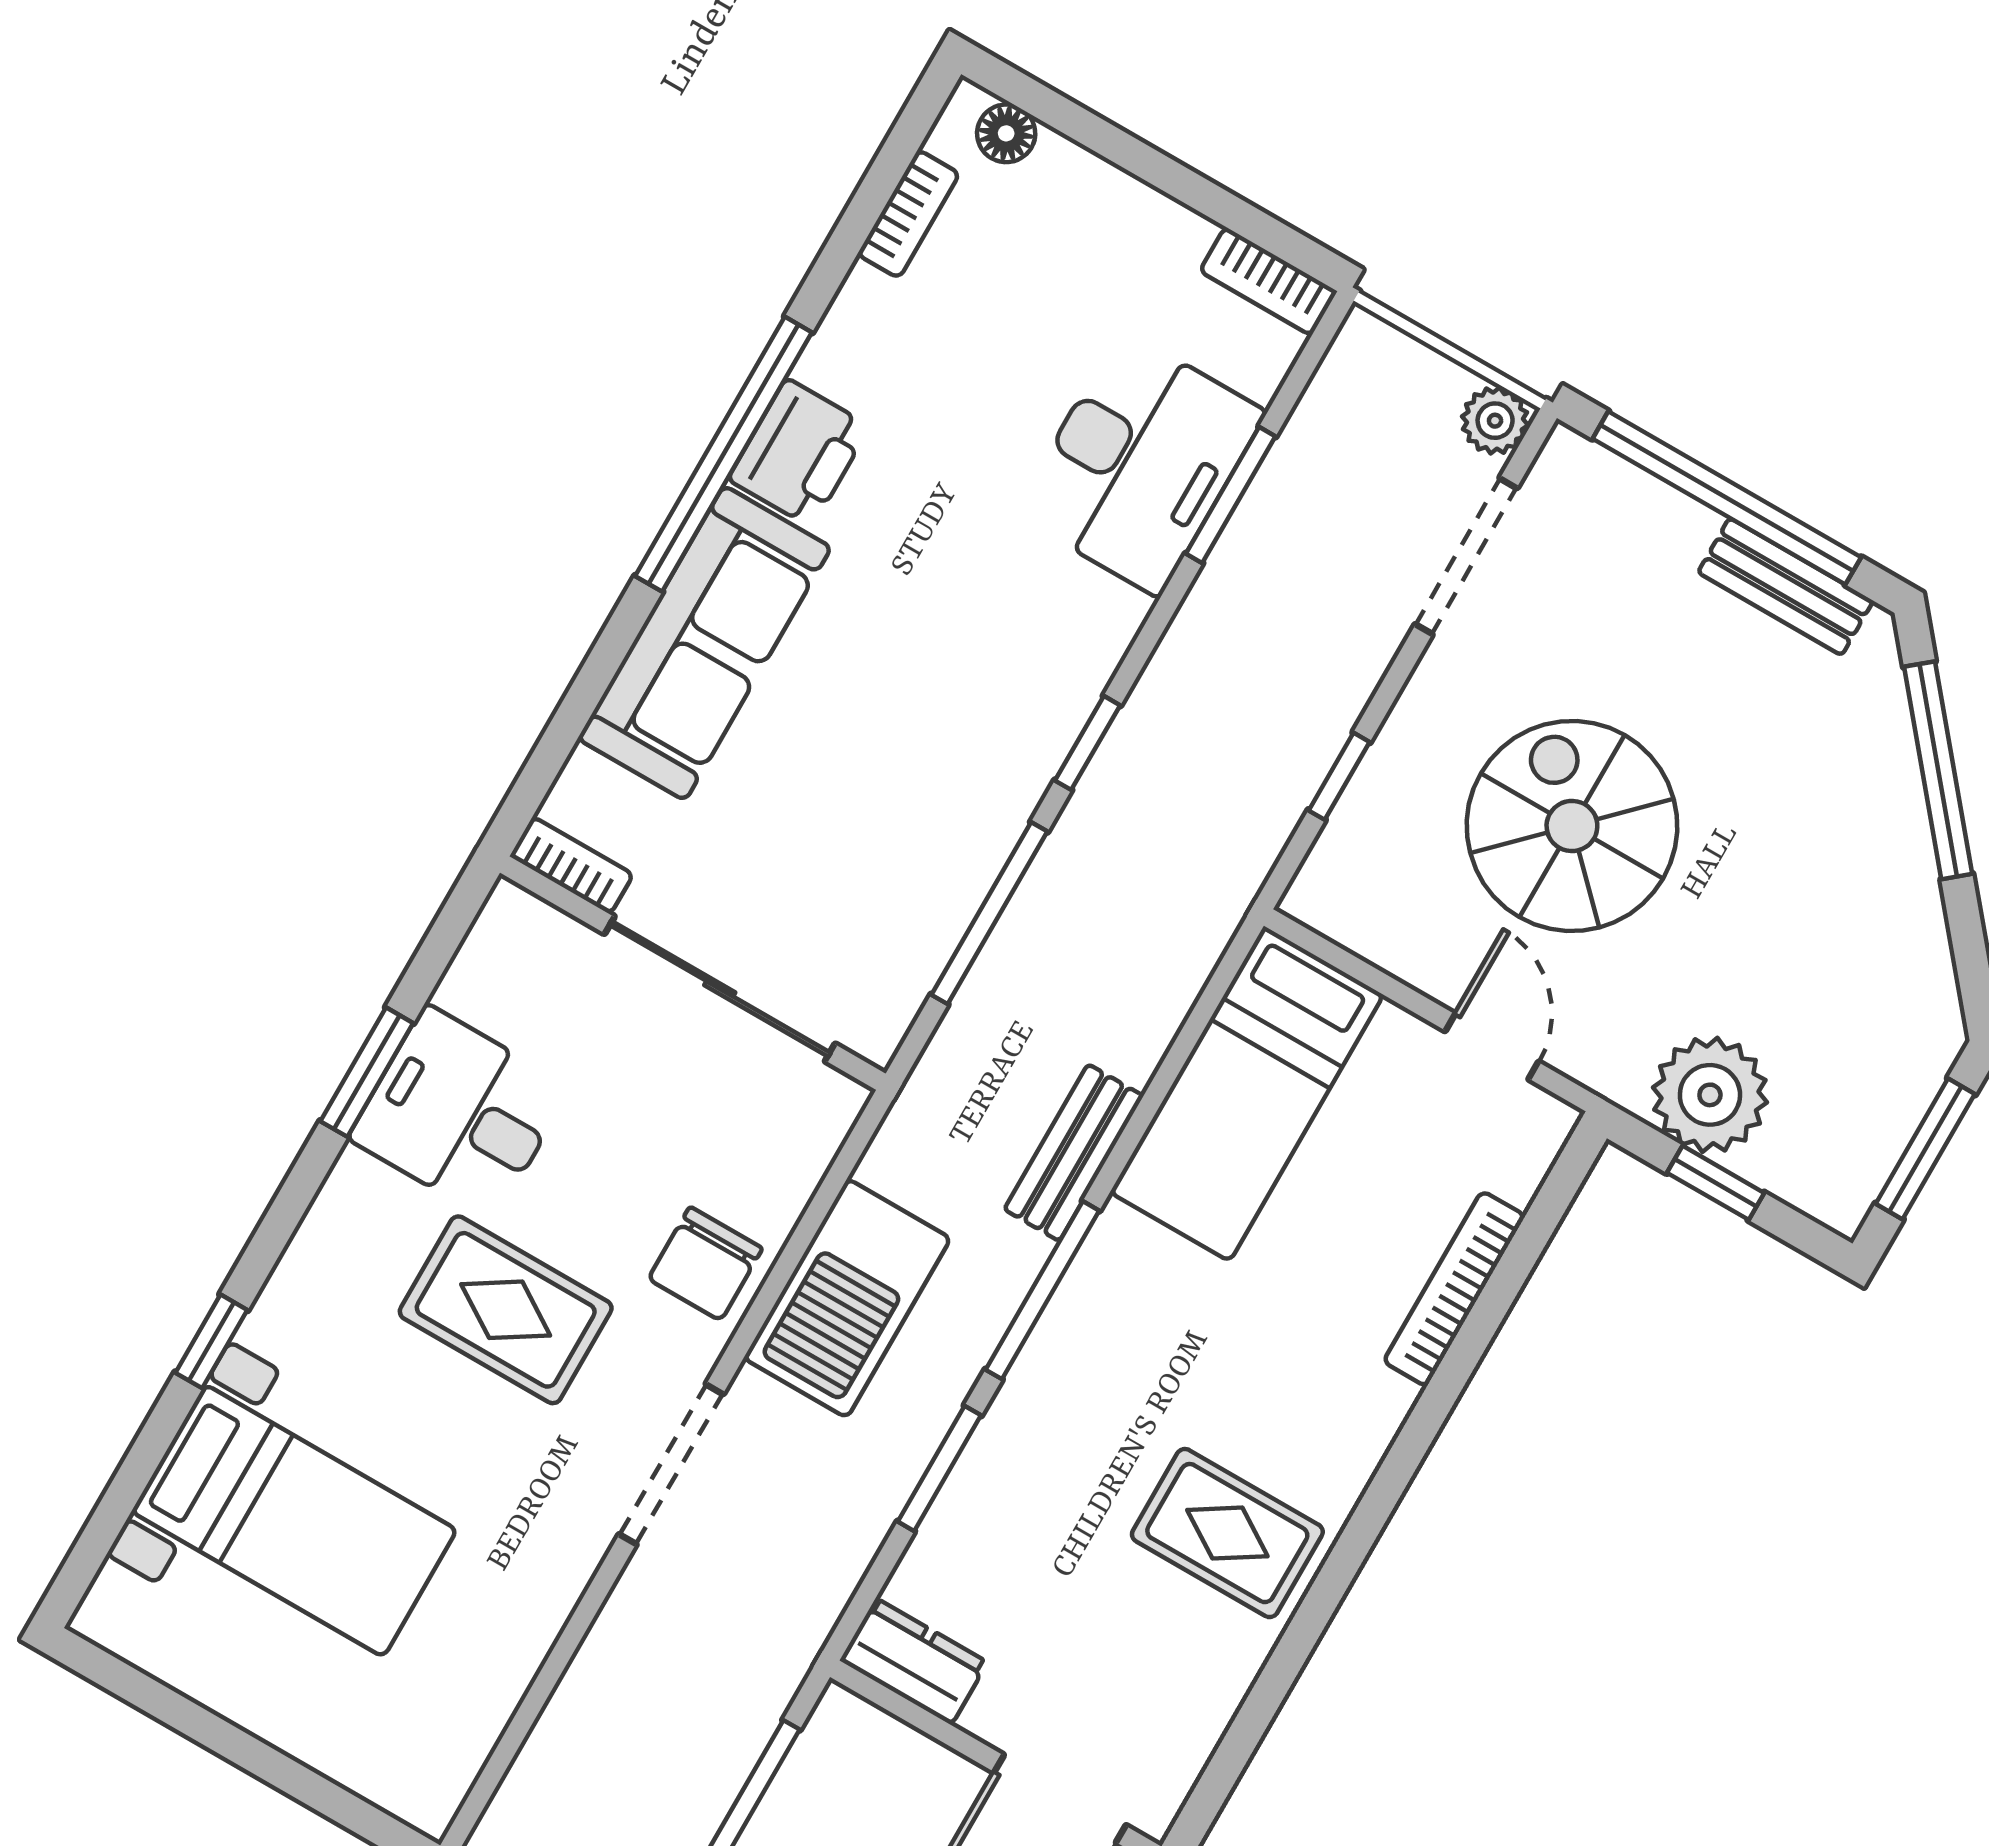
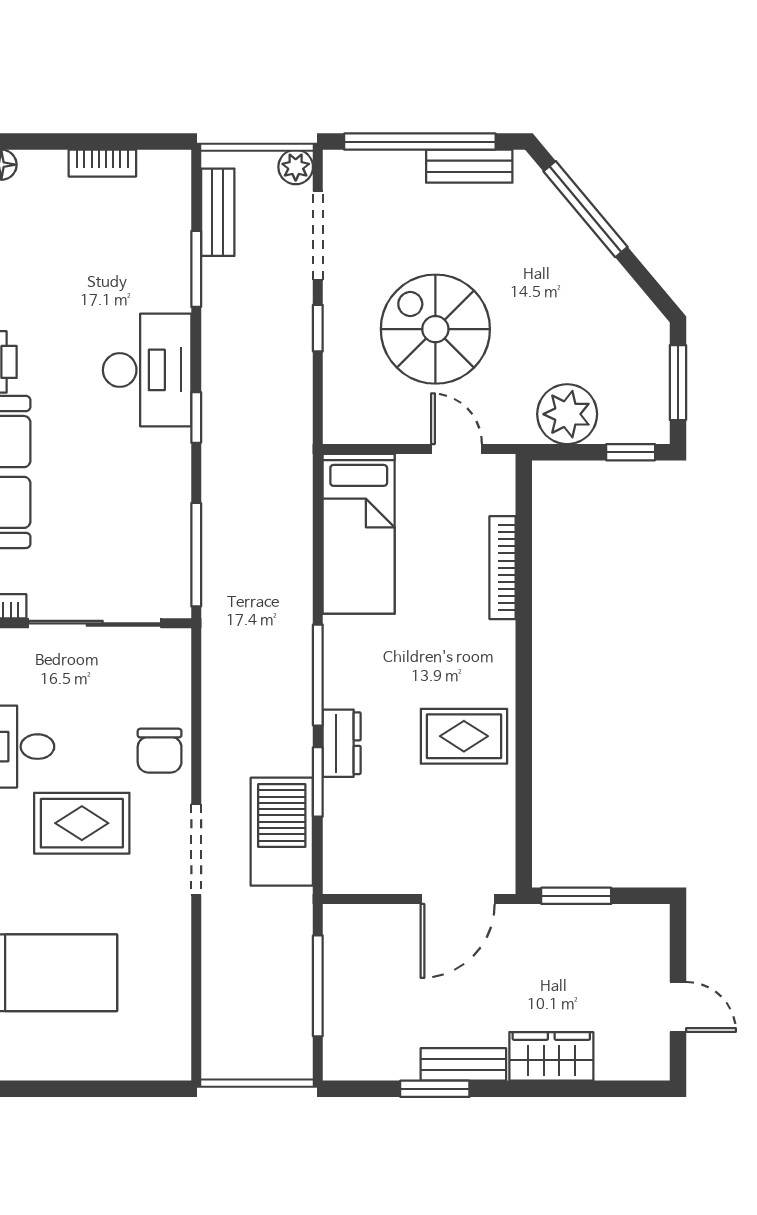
bookcase: (1268, 281) -> (102, 163), moved
desk: (1140, 463) -> (147, 370), moved
window: (1339, 776) -> (318, 328), moved
window: (989, 913) -> (196, 555), moved
bench: (1074, 1153) -> (218, 212), moved
window: (1716, 1183) -> (631, 452), moved
barbecue: (847, 1298) -> (282, 832), moved, turned 180
dresser: (914, 1661) -> (342, 743), moved, turned 90

